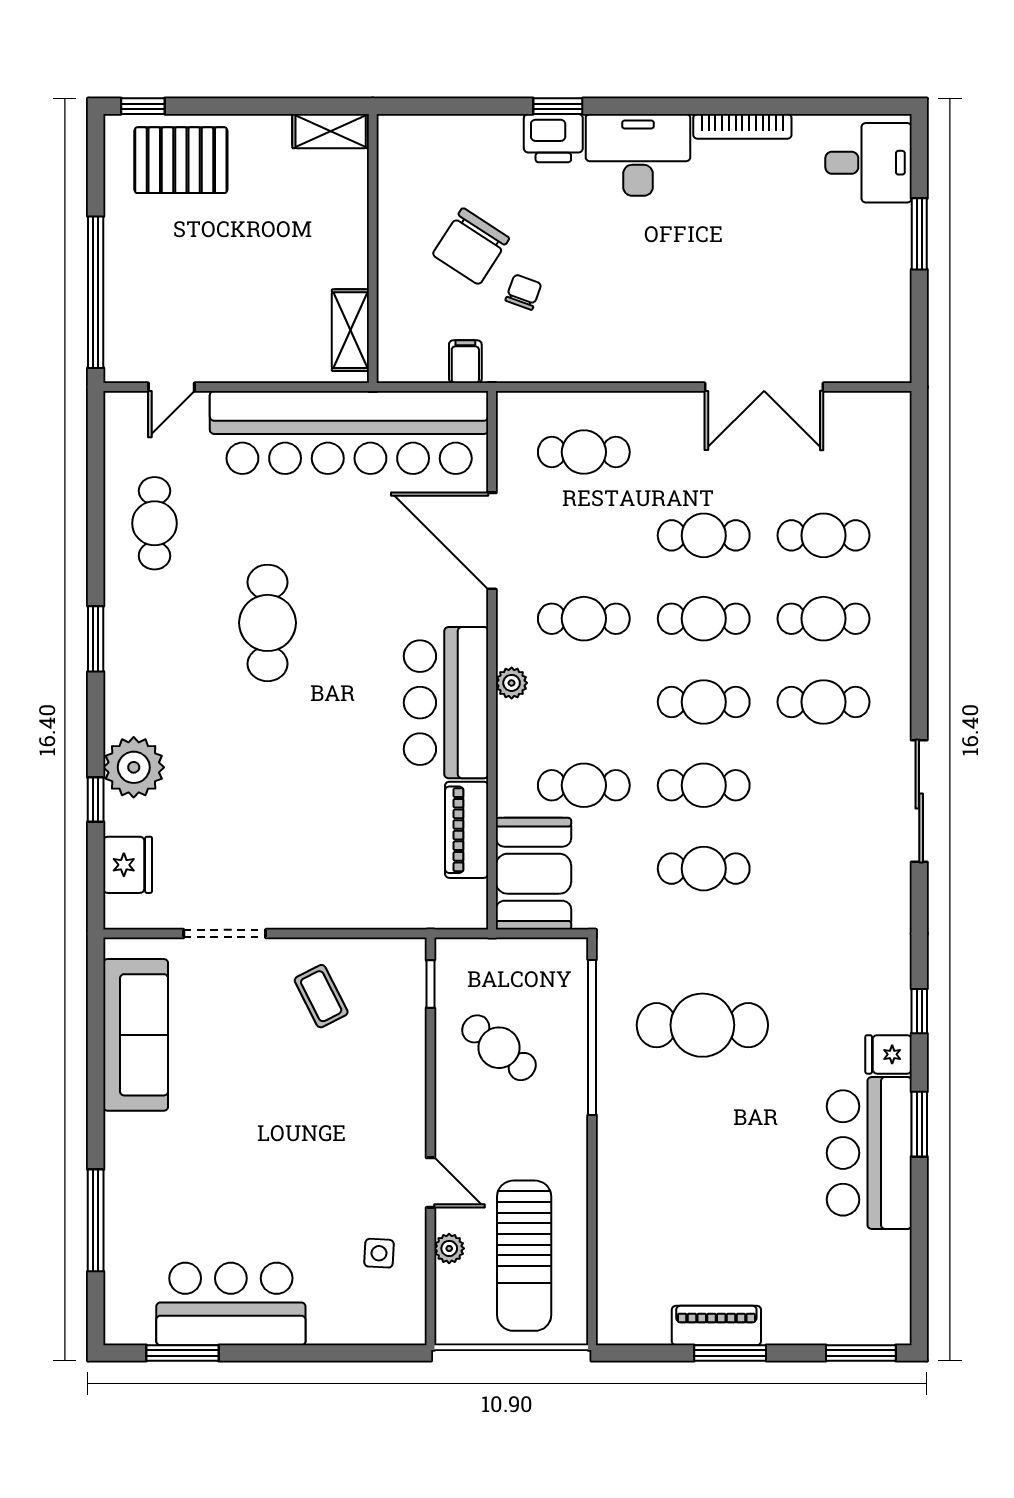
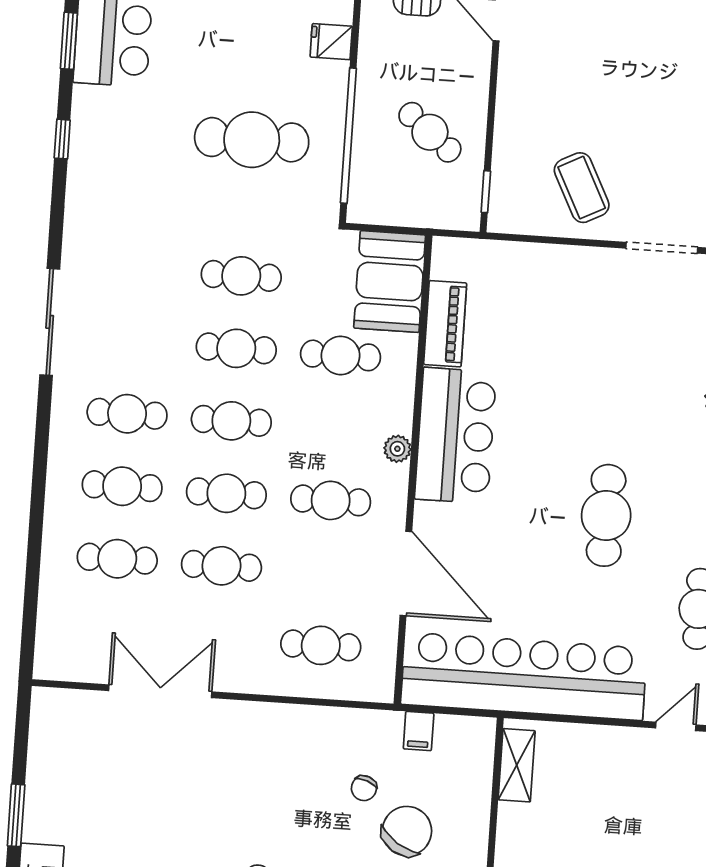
coffee table: (321, 996) -> (582, 188), width x1.36, depth x1.30
fridge: (888, 1054) -> (331, 42), moved, turned 180

